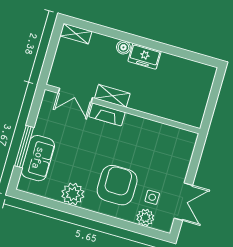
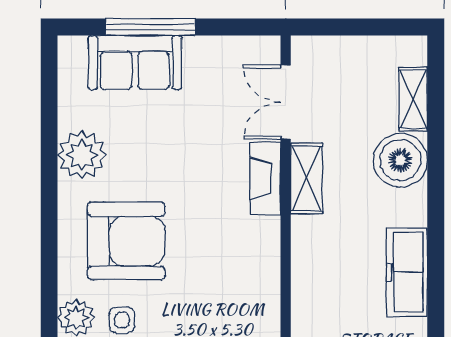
shelving: (76, 34) -> (413, 99), moved
boiler: (123, 47) -> (400, 160), width x1.86, depth x1.86
freezer: (145, 56) -> (407, 272), moved, width x1.40

